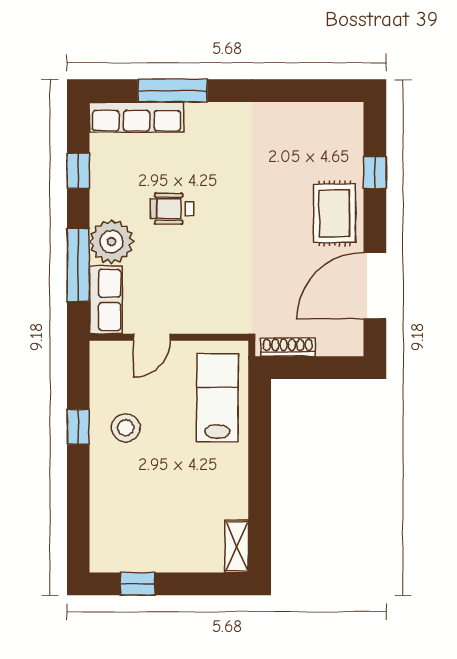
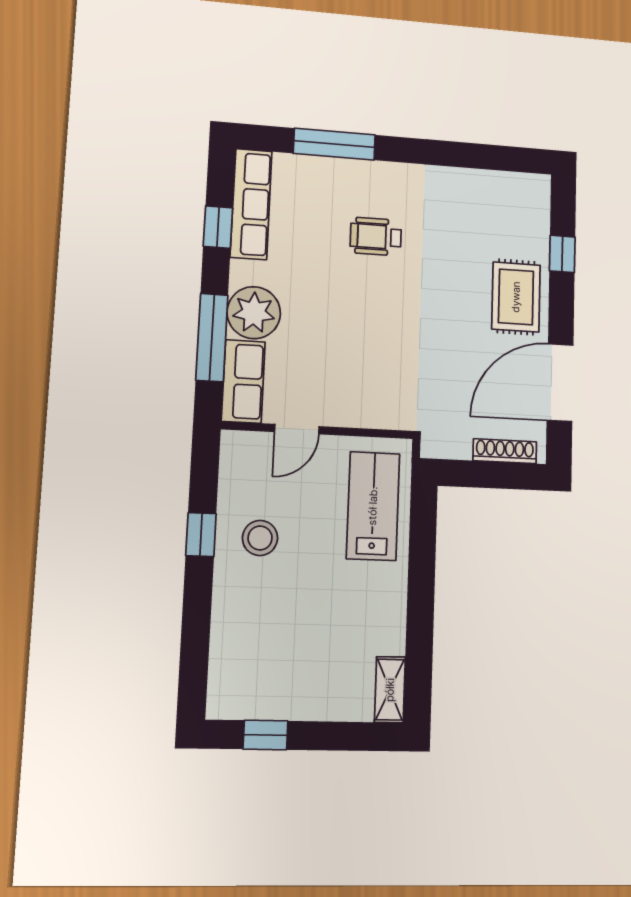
row of seats: (137, 117) -> (251, 204), moved, turned -90
wheelchair: (172, 209) -> (376, 237), moved
shoe rack: (288, 347) -> (505, 451), moved

